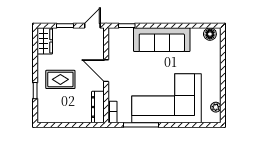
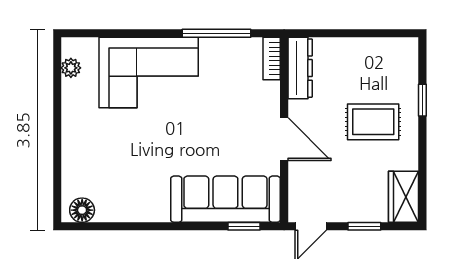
sofa: (162, 40) -> (225, 199), moved
corner sofa: (167, 98) -> (149, 73), width x0.73, depth x0.74

